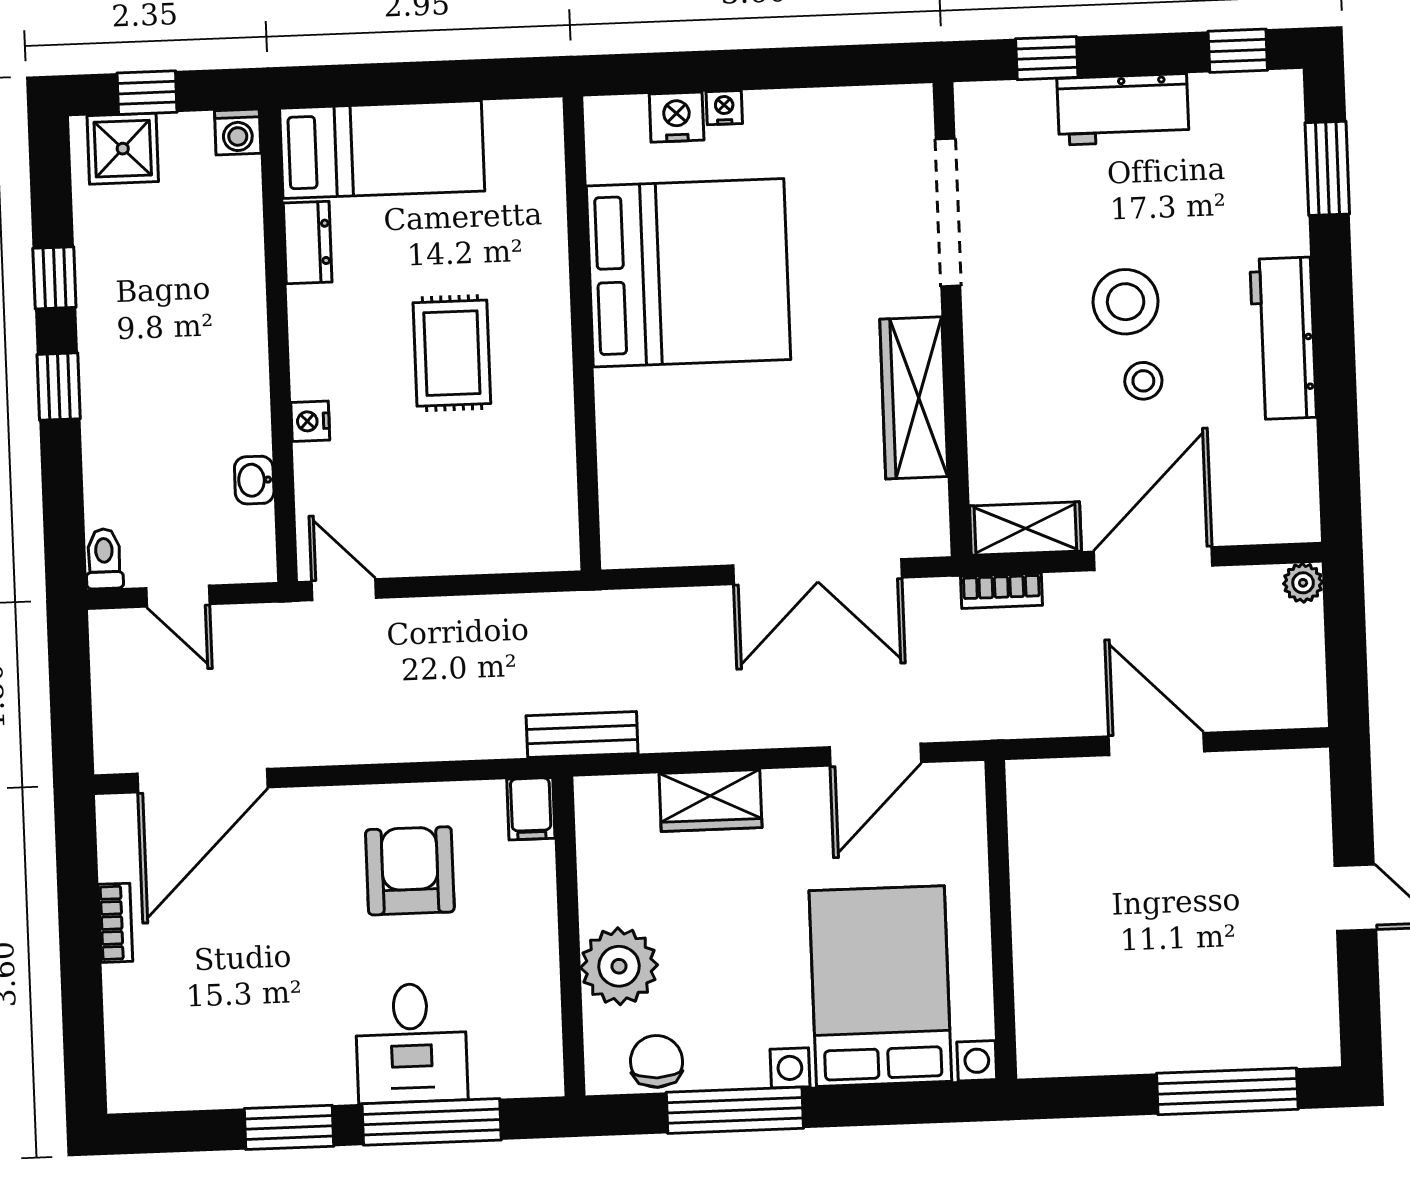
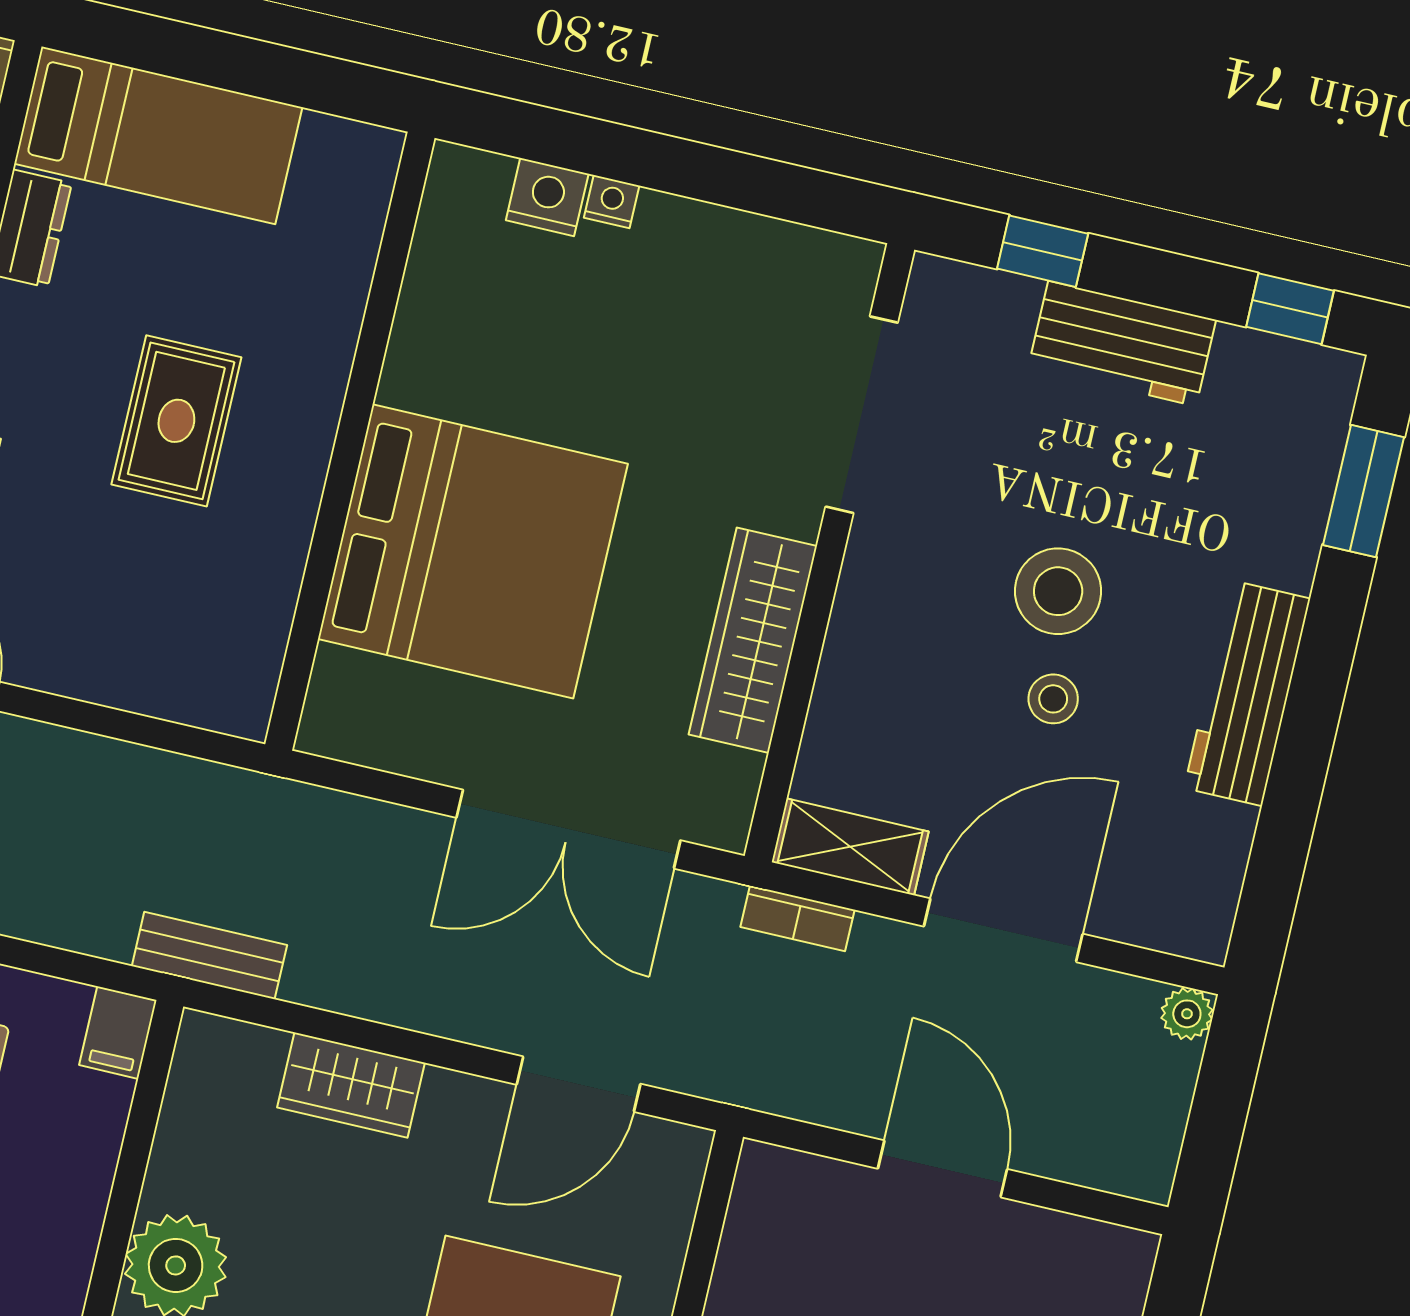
bed: (689, 273) -> (473, 551), moved

